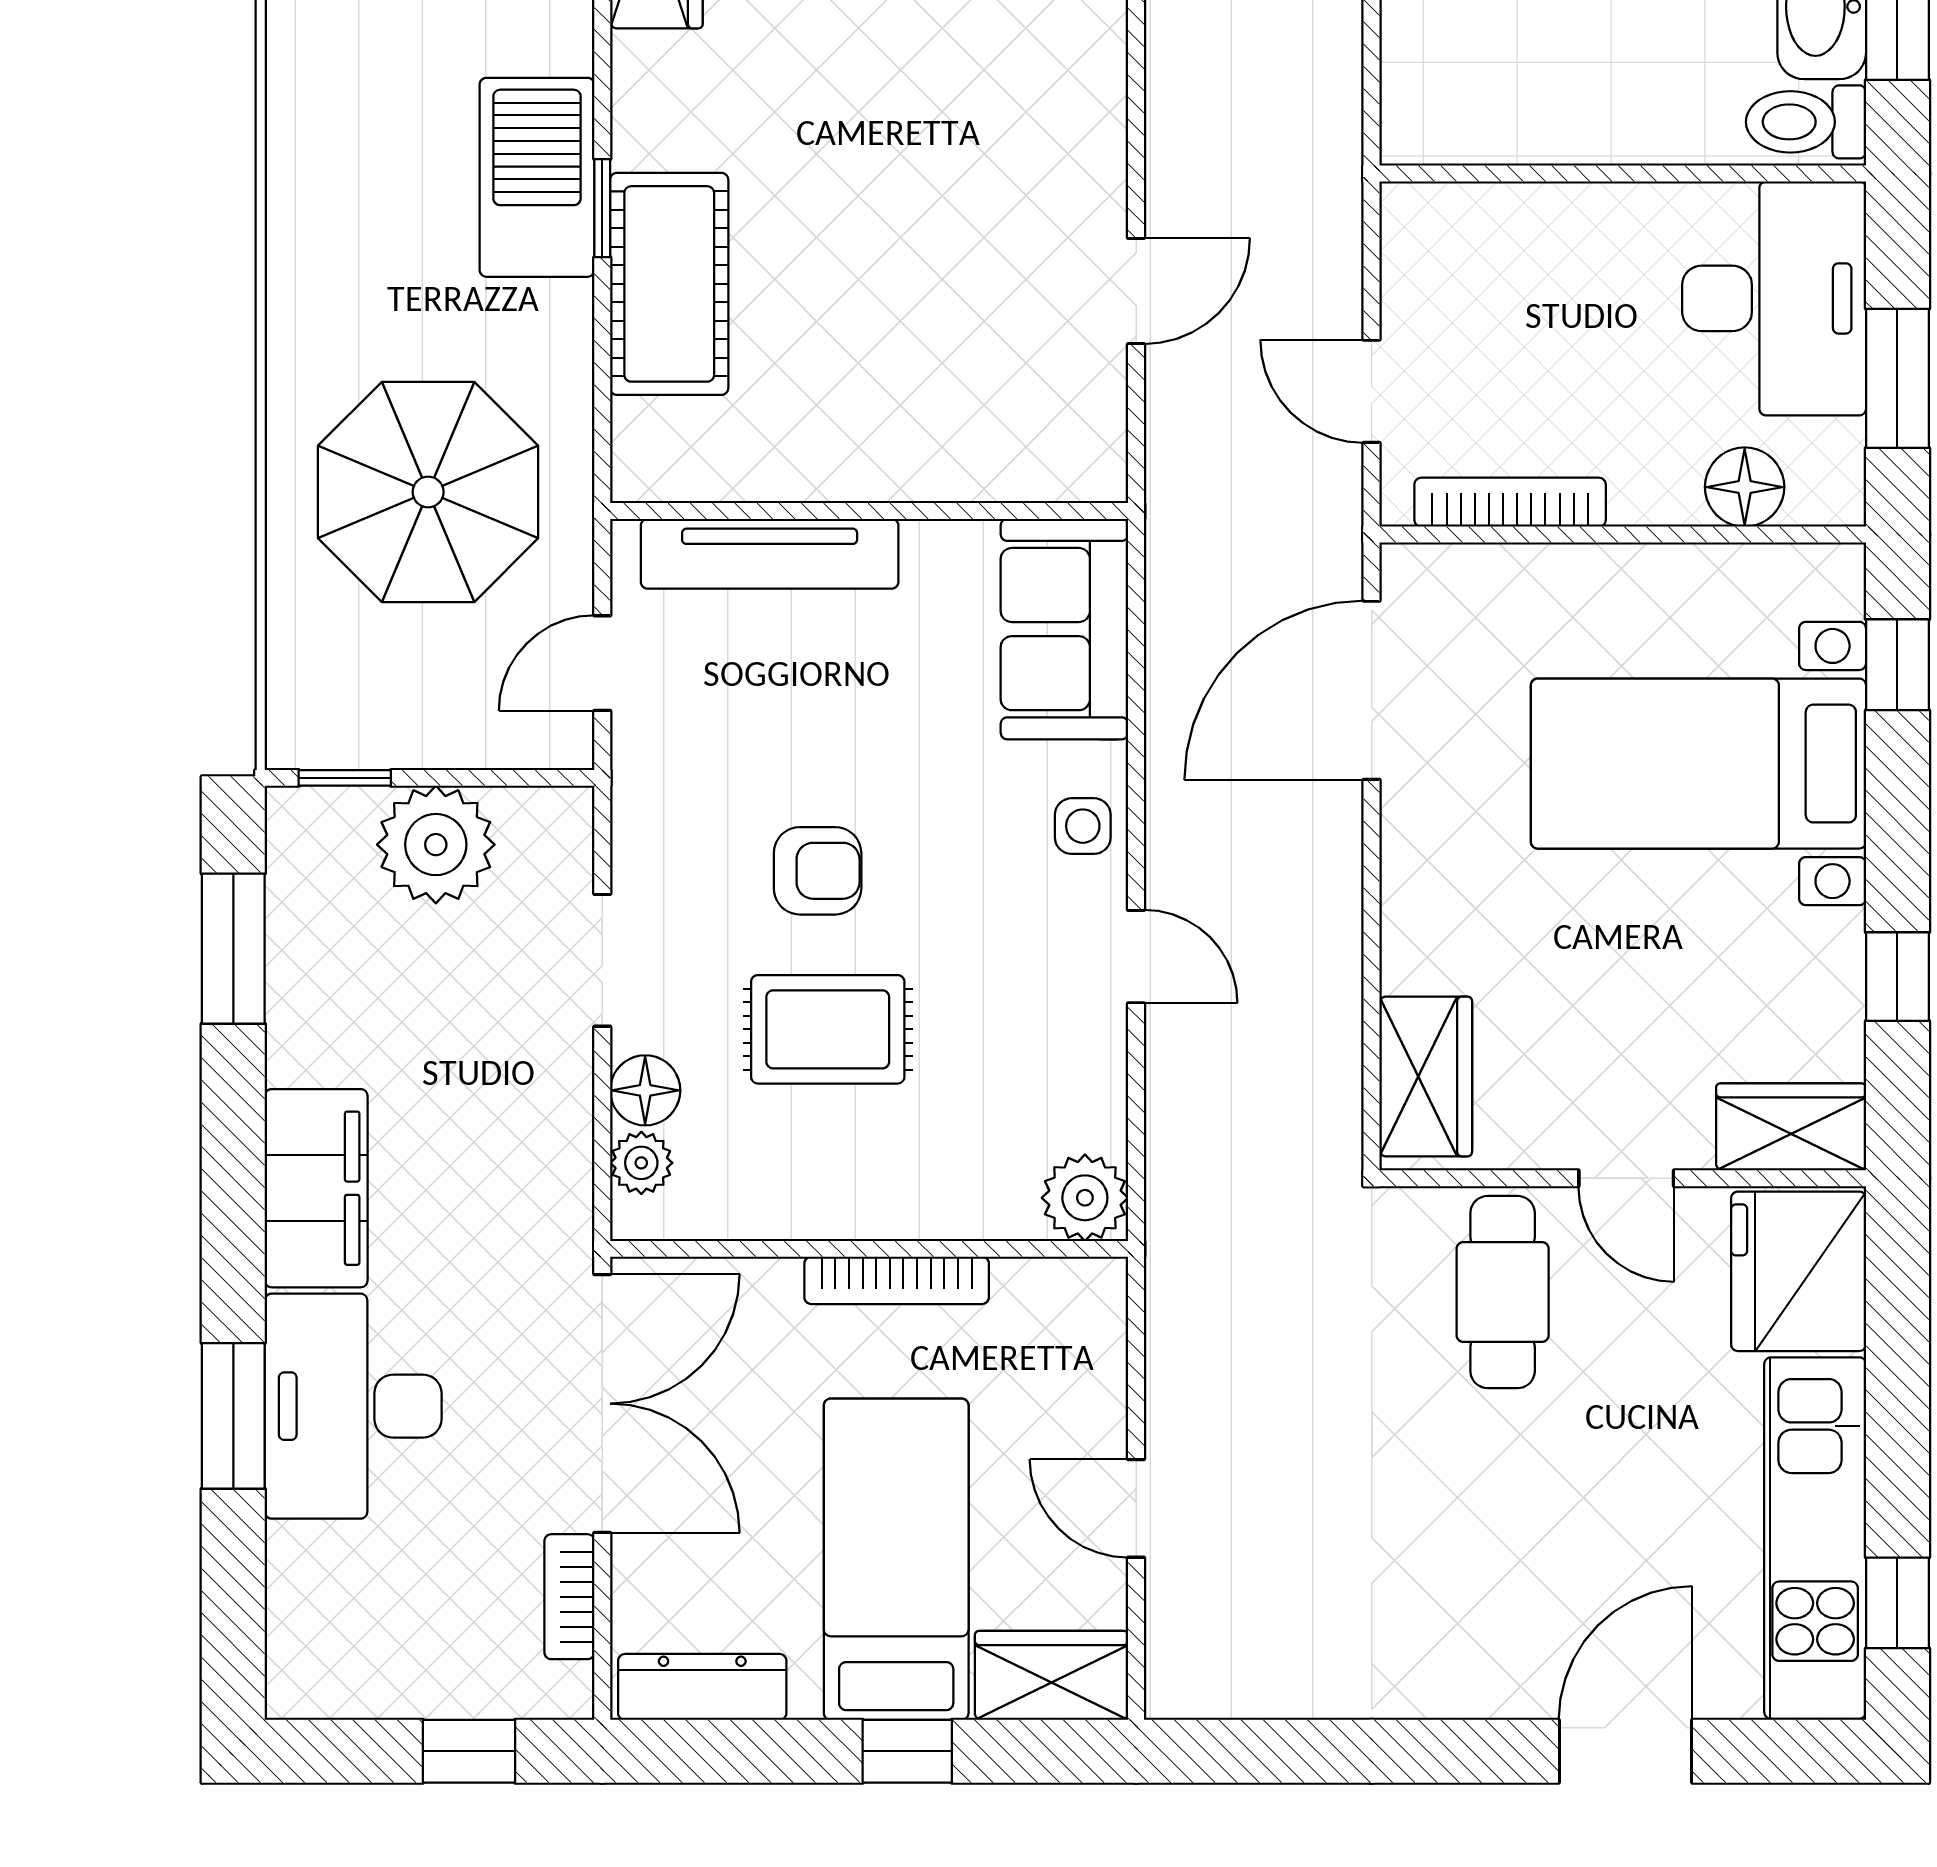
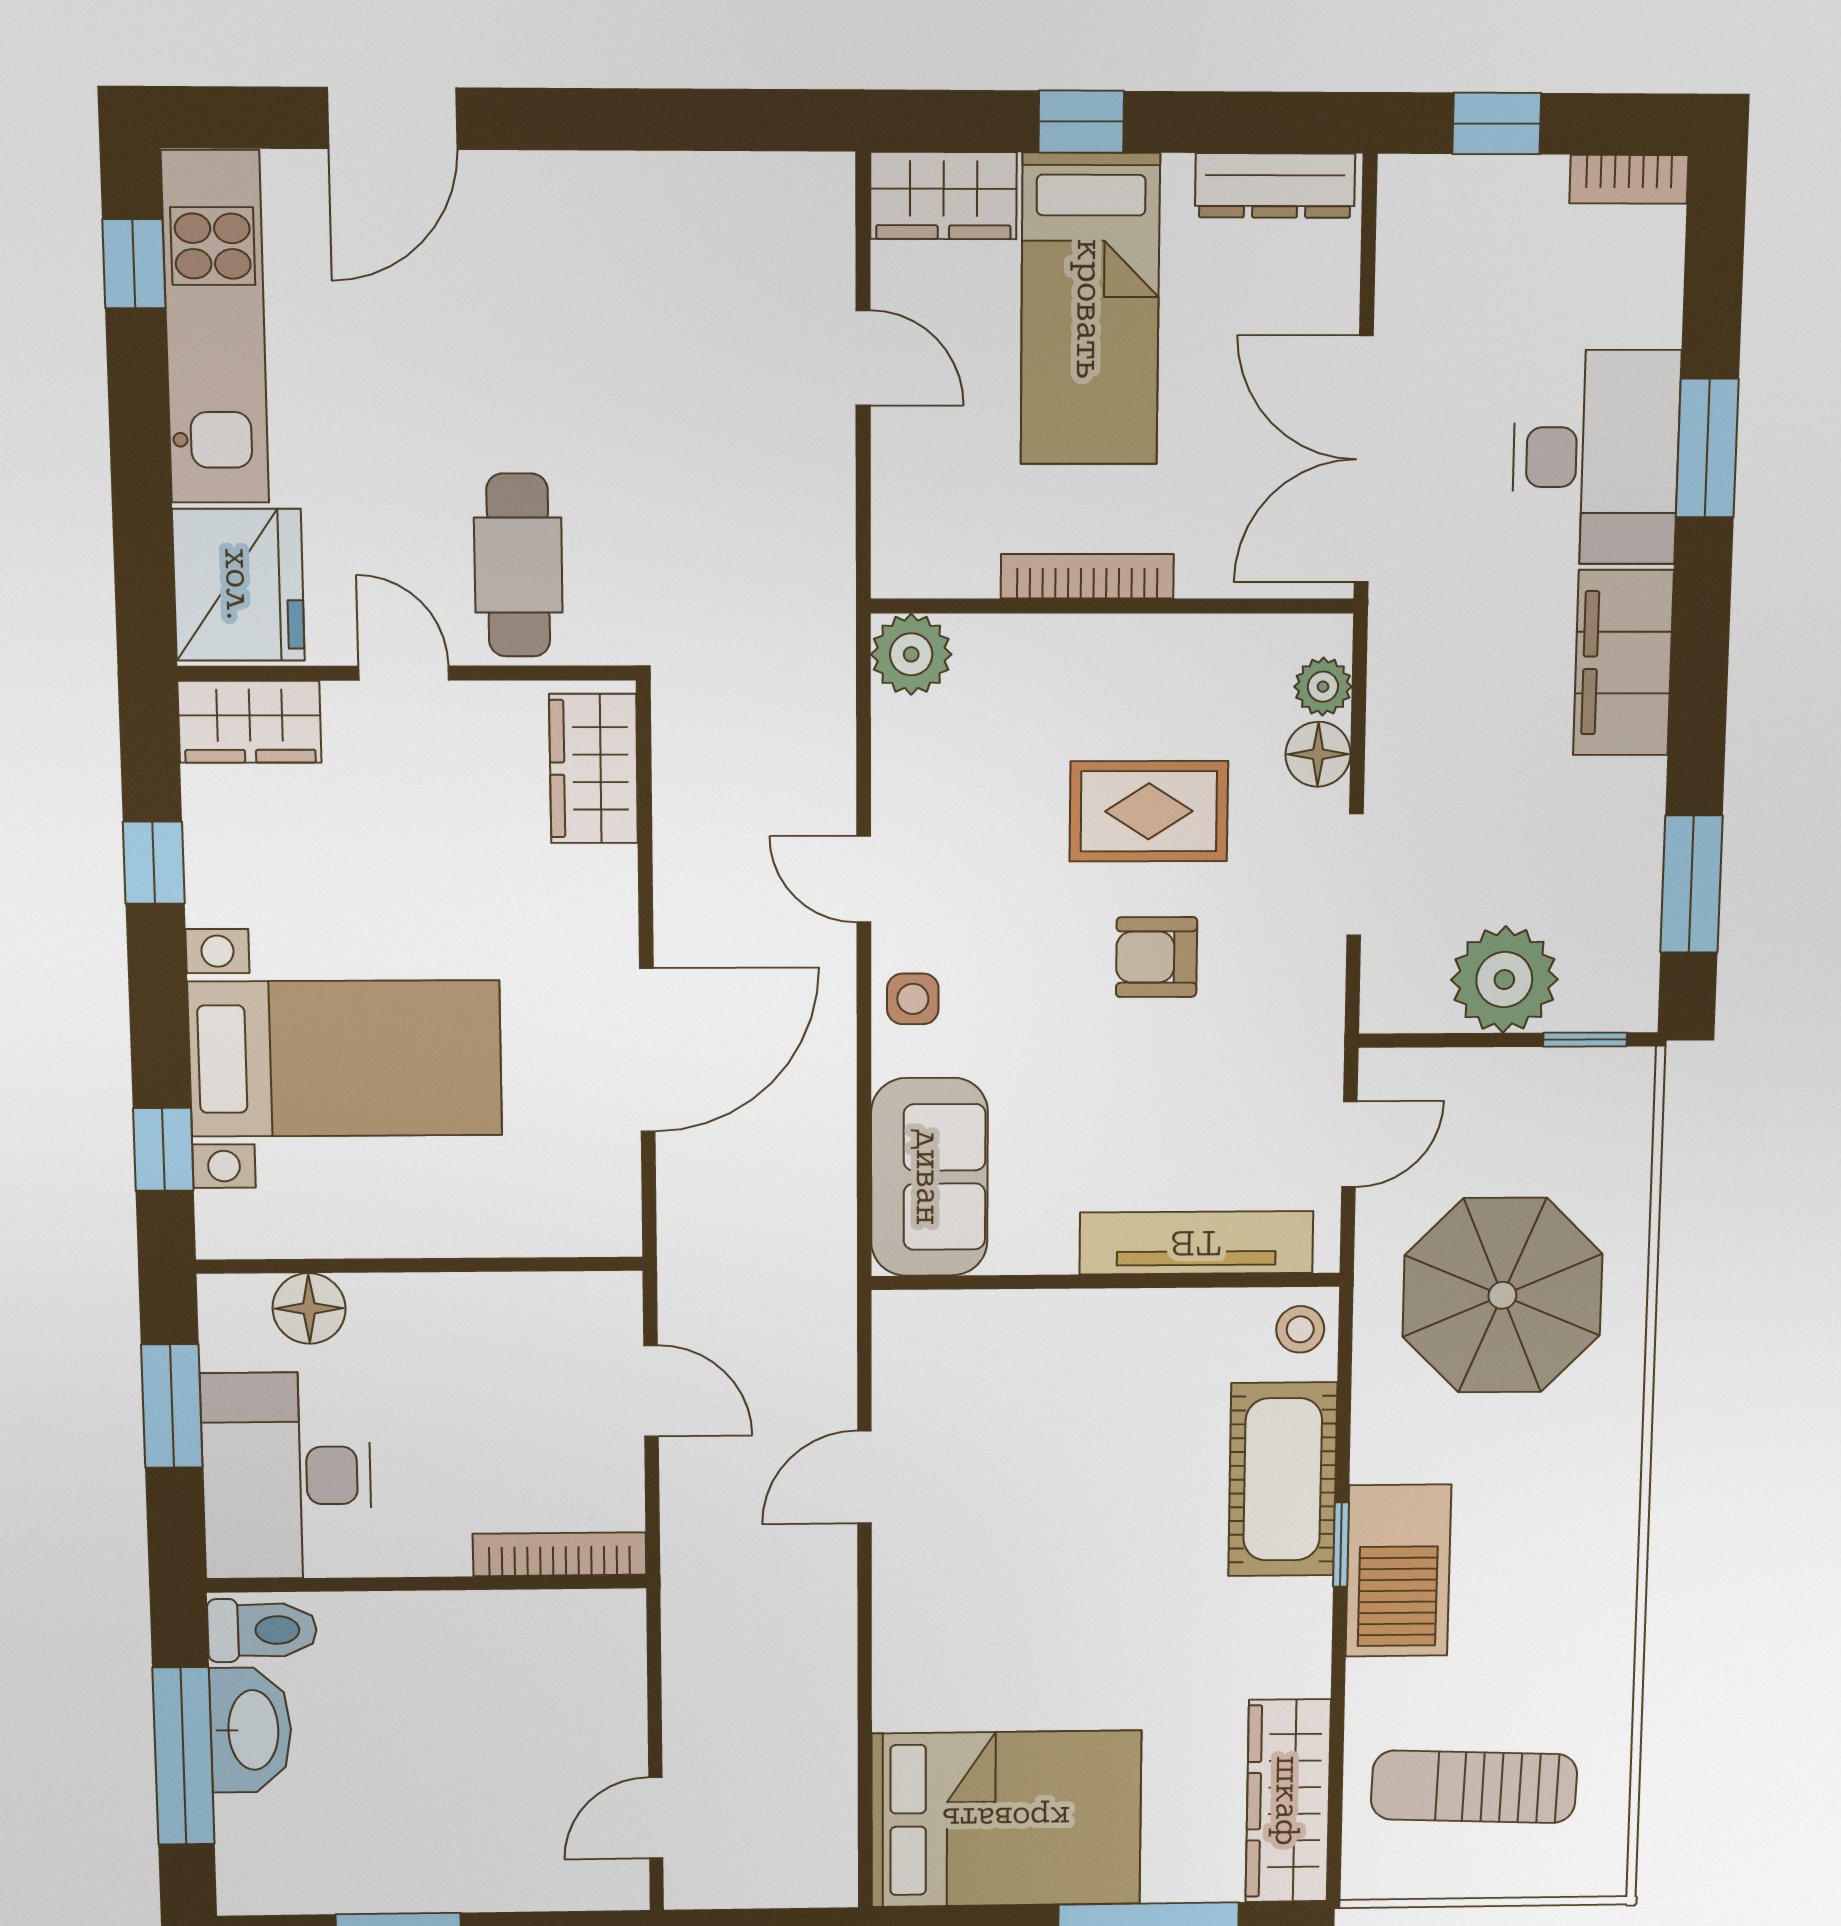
stool: (653, 455) -> (1300, 1329), added
bookcase: (1510, 502) -> (560, 1554), moved, turned 180
door: (1372, 690) -> (647, 1050), moved
bookcase: (569, 1597) -> (1629, 179), moved, turned 90

